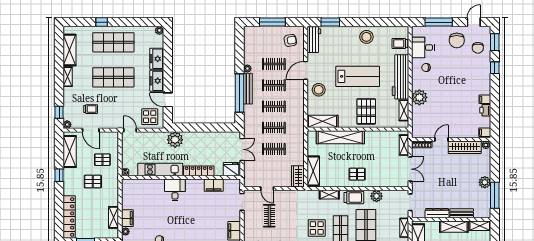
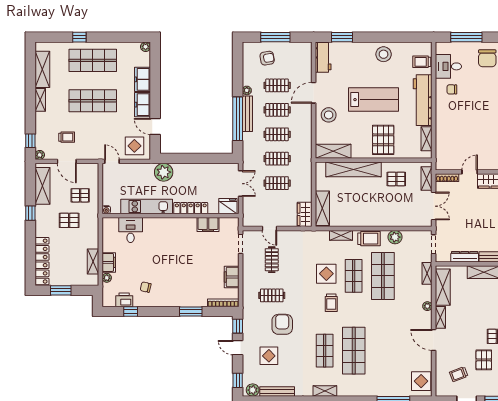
armchair: (290, 40) -> (267, 58), moved
plant: (419, 97) -> (444, 124), removed
pallet: (357, 174) -> (396, 179), moved
desk: (175, 190) -> (131, 230), moved

